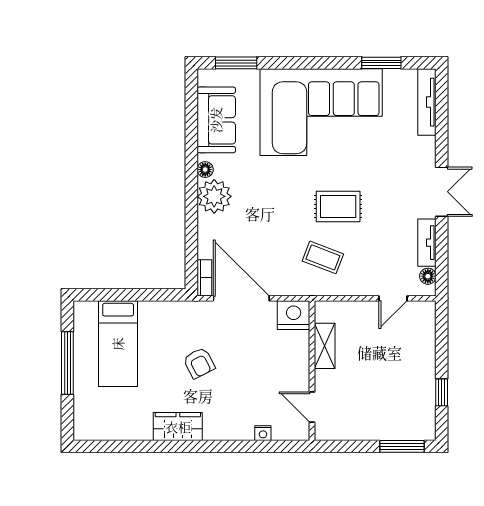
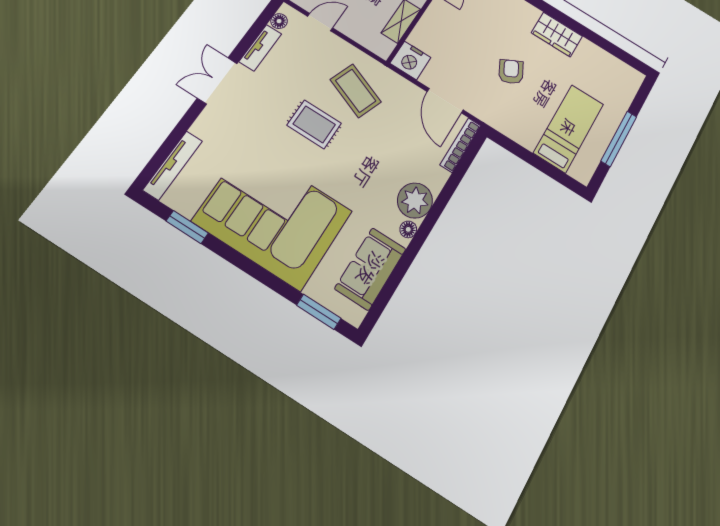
coffee table: (323, 257) -> (356, 91), width x1.36, depth x1.30
bookcase: (204, 278) -> (460, 145), width x1.56
door: (241, 298) -> (445, 101), width x0.73

